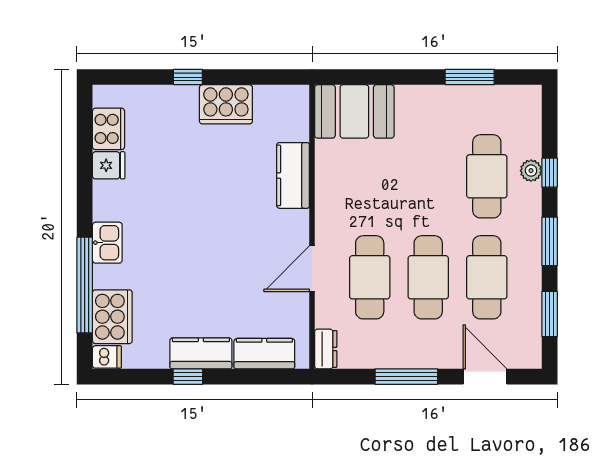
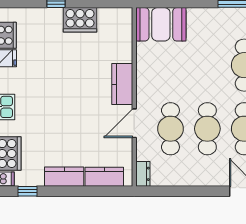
kitchen counter: (293, 175) -> (122, 84), moved
window: (188, 377) -> (27, 191), moved
window: (406, 377) -> (194, 191), removed

